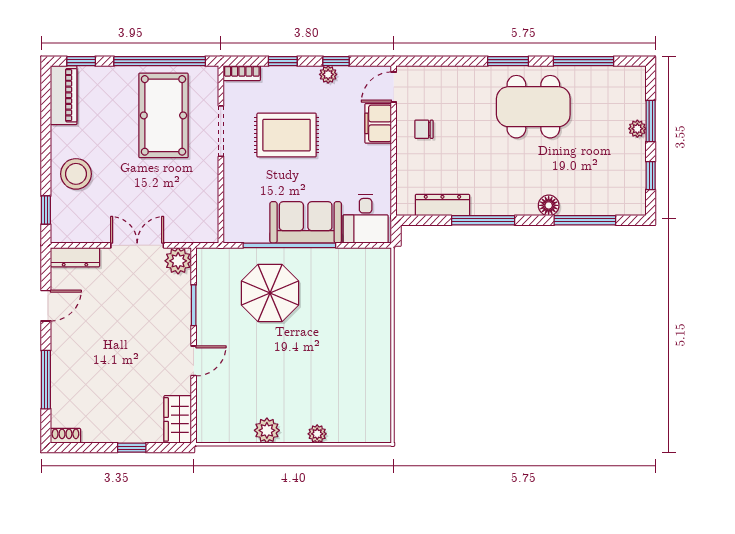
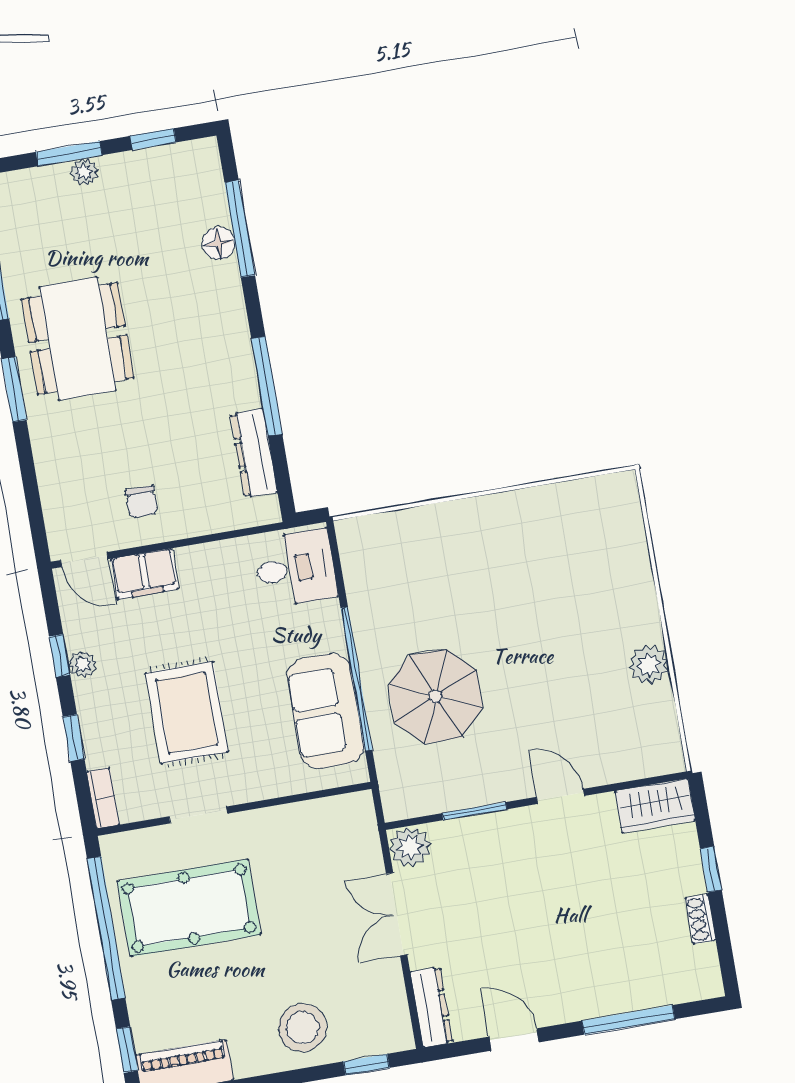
doorway: (221, 131) -> (198, 815), width x0.73
floor lamp: (549, 205) -> (219, 243), moved
sofa: (306, 222) -> (325, 711), moved
plant: (317, 434) -> (641, 586), removed
shoe rack: (65, 436) -> (701, 919), moved

